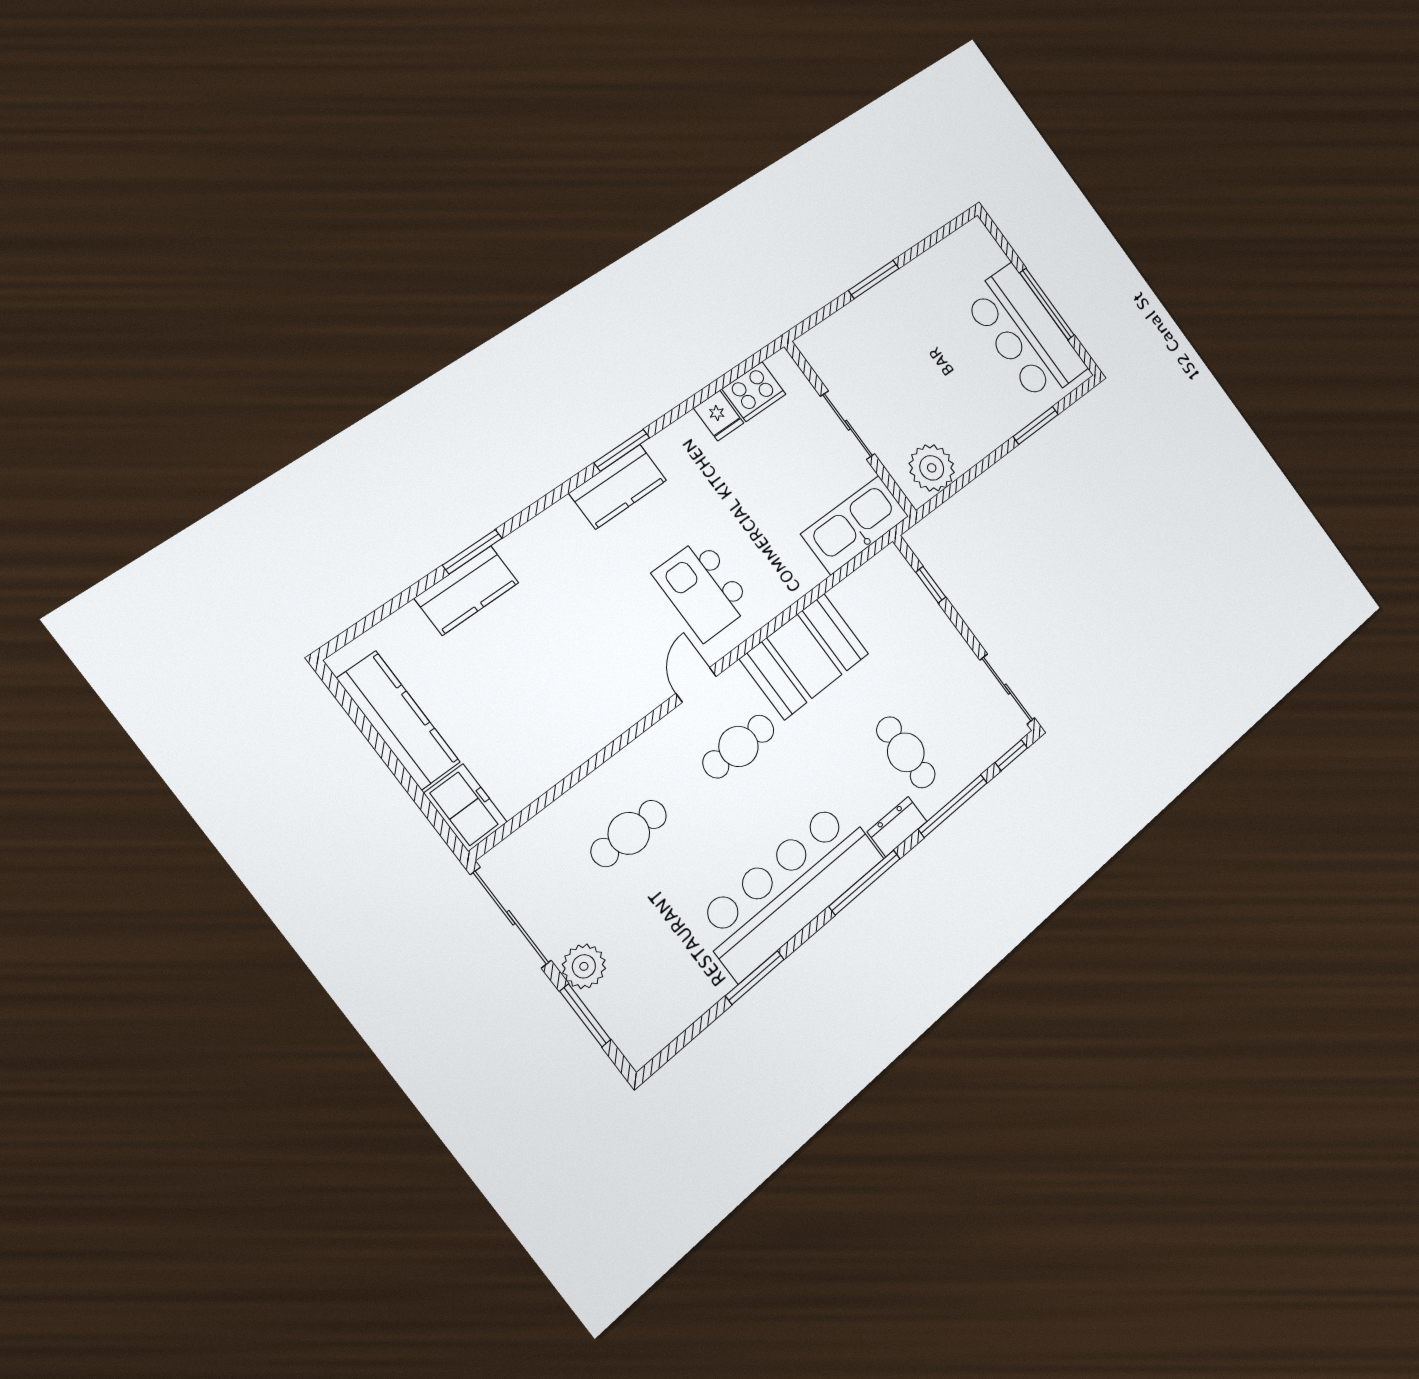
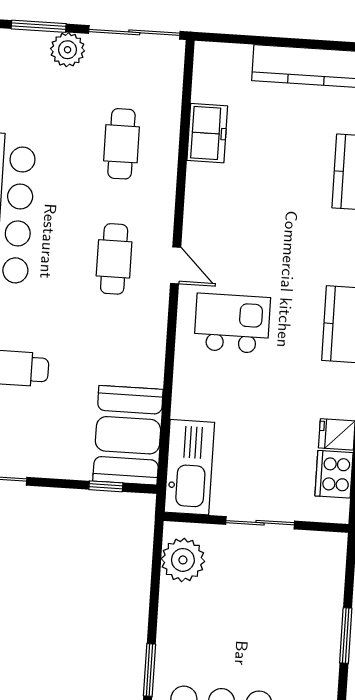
booth: (804, 656) -> (128, 435), moved
freezer: (466, 808) -> (207, 133), moved, turned -90

